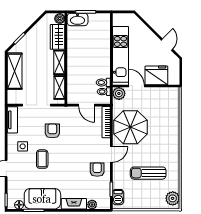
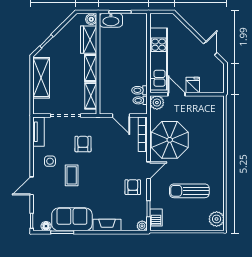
fridge: (156, 75) -> (193, 85), width x0.53, depth x0.75
plant: (92, 205) -> (142, 226), moved

